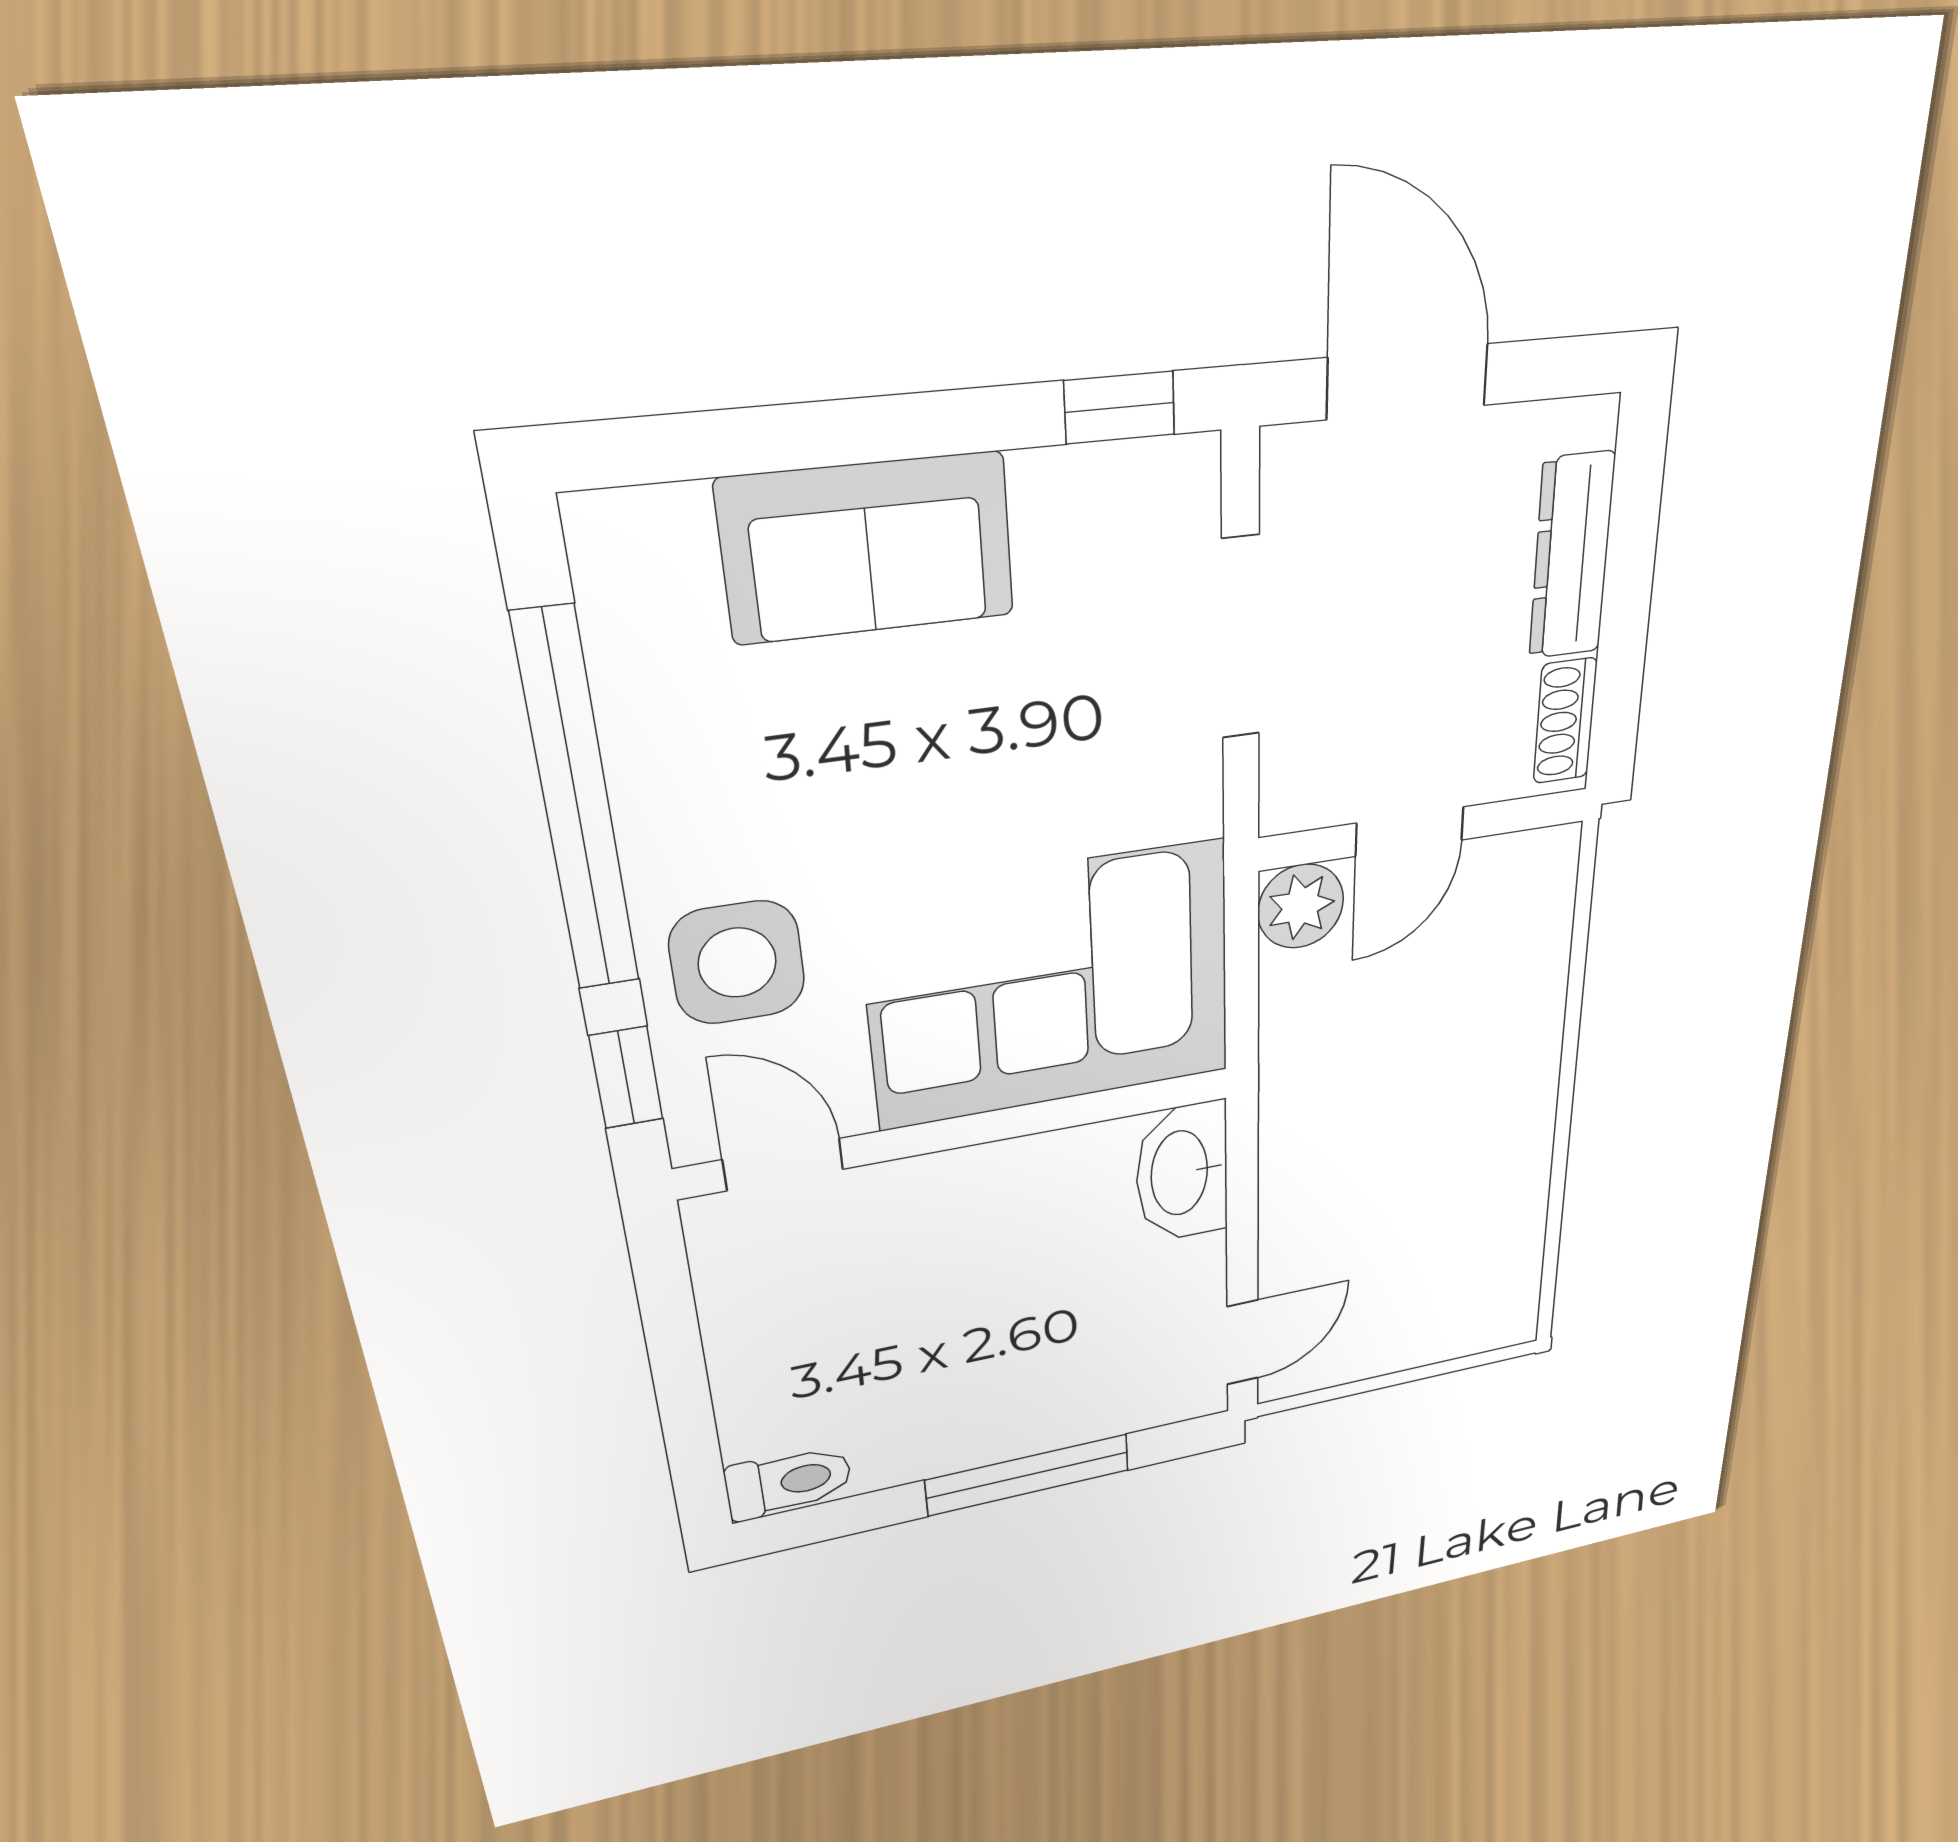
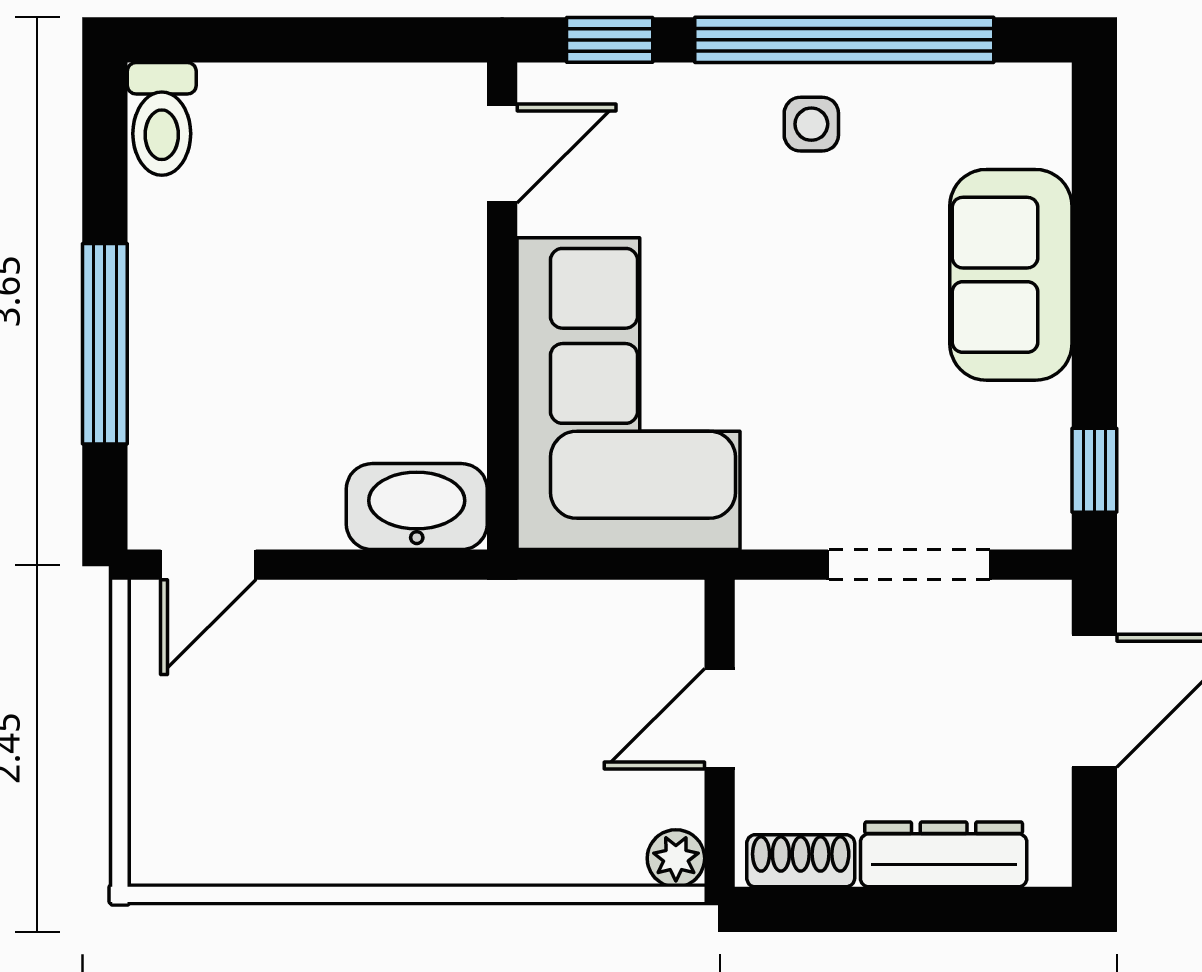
door: (1410, 832) -> (720, 719), hinge flipped
plant: (1301, 906) -> (676, 858), moved, width x0.73, depth x0.73
side table: (737, 963) -> (811, 124), moved, width x0.54, depth x0.54
door: (1243, 1343) -> (208, 565), hinge flipped

